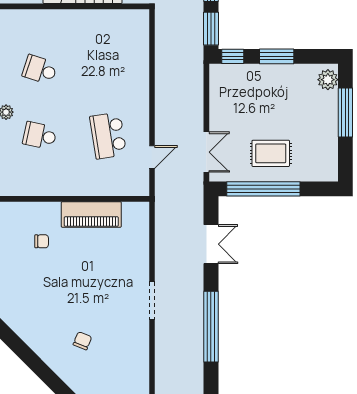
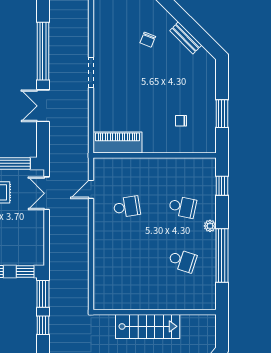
school desk: (108, 136) -> (127, 207), width x0.54
piano: (91, 214) -> (118, 143), moved
double door: (211, 244) -> (43, 106), moved
bench: (36, 343) -> (186, 38), added

